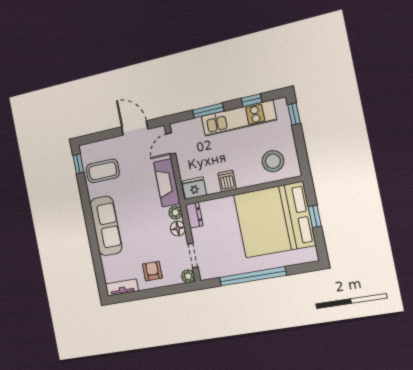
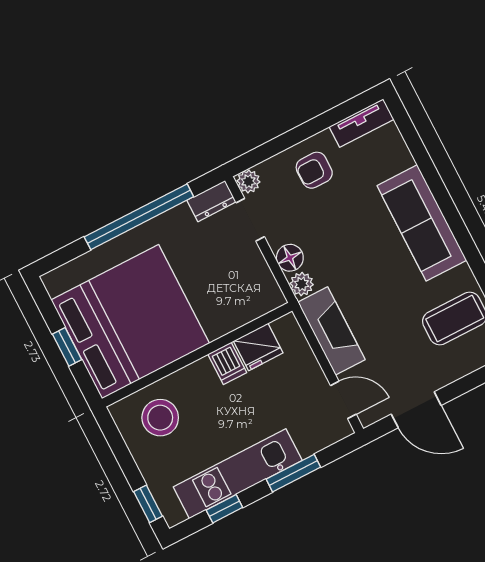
door: (171, 144) -> (343, 400), hinge flipped
fridge: (194, 188) -> (258, 347), moved
dresser: (194, 215) -> (211, 201), moved, turned -90
armchair: (152, 271) -> (314, 170), turned 90

